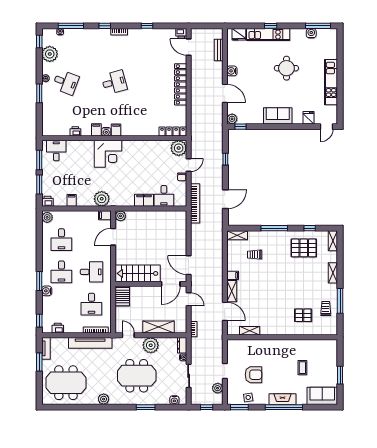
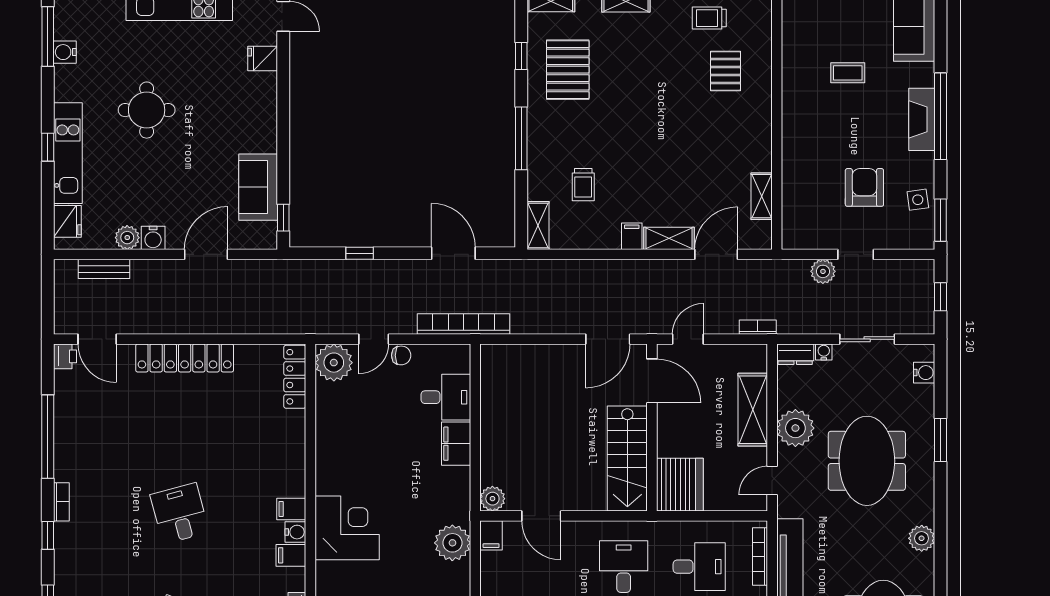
window: (147, 26) -> (48, 437), width x3.17
door: (189, 47) -> (97, 339), hinge flipped
sofa: (278, 116) -> (258, 187), moved
plant: (232, 119) -> (127, 238), moved
door: (189, 165) -> (374, 339), swing flipped
server rack: (122, 296) -> (680, 485), width x1.60
plant: (218, 388) -> (823, 271), moved

